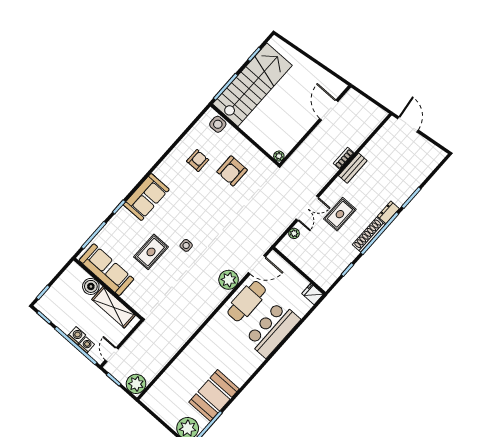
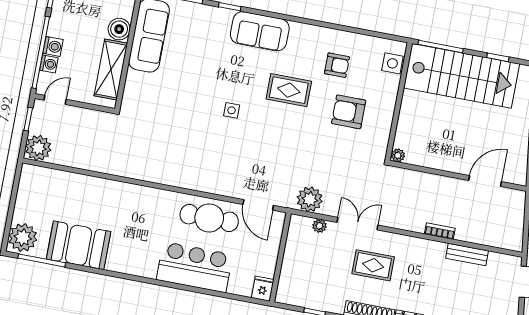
bench: (353, 168) -> (467, 255), moved
double door: (307, 208) -> (358, 224), swing flipped
rug: (151, 252) -> (289, 90), moved
plant: (229, 280) -> (310, 199), moved

